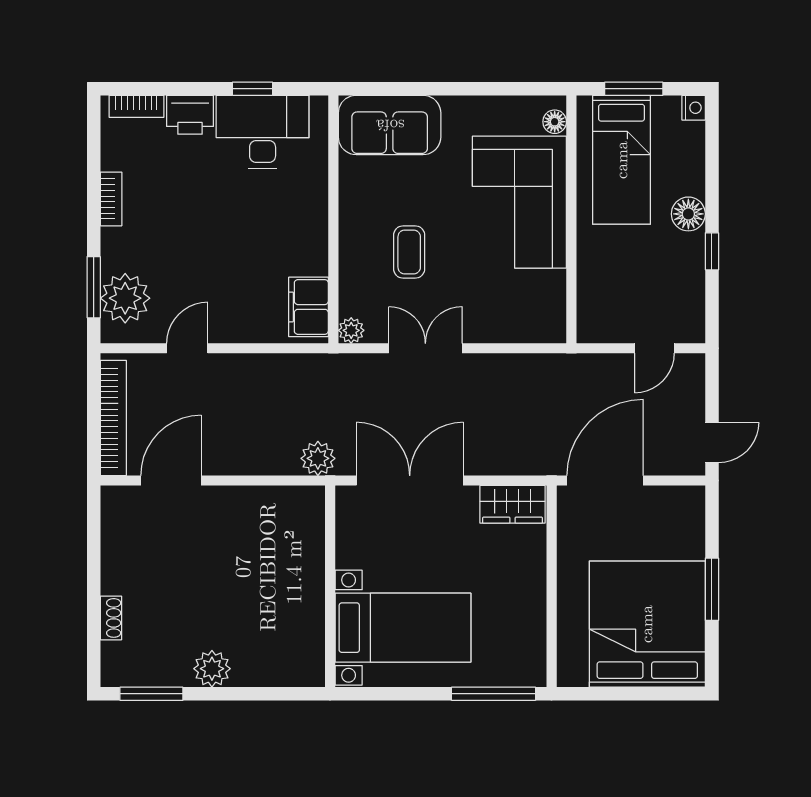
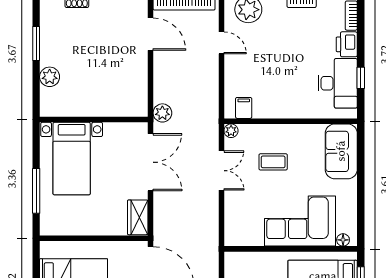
filing cabinet: (309, 307) -> (244, 108), width x0.50
plant: (212, 669) -> (50, 77), moved
window: (151, 694) -> (36, 43), moved
window: (493, 694) -> (36, 191), moved

